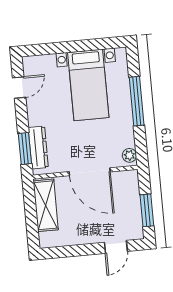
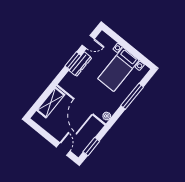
dresser: (38, 148) -> (80, 64), moved
window: (25, 149) -> (73, 61), moved
door: (116, 247) -> (63, 149), swing flipped

